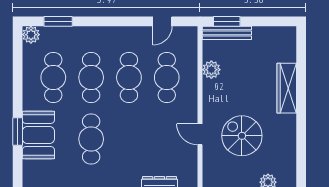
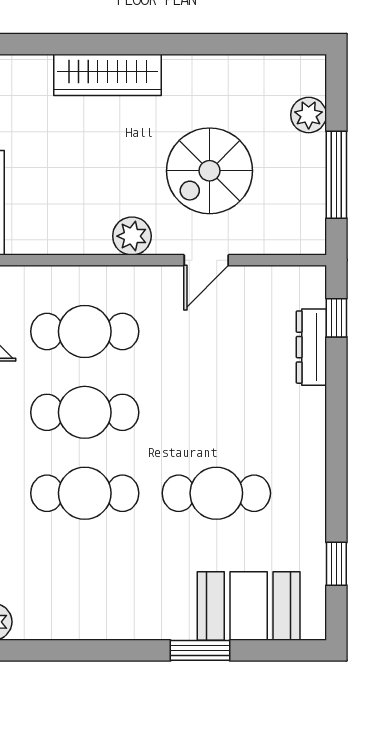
plant: (211, 70) -> (132, 236), moved
cafe table: (53, 77) -> (85, 574), removed
booth: (38, 135) -> (249, 606), moved

